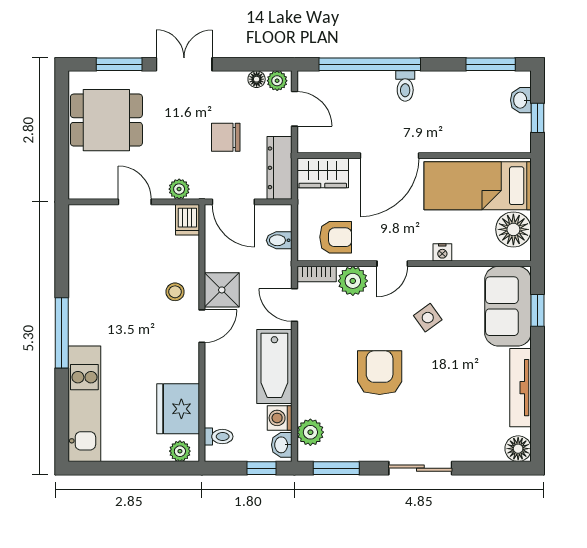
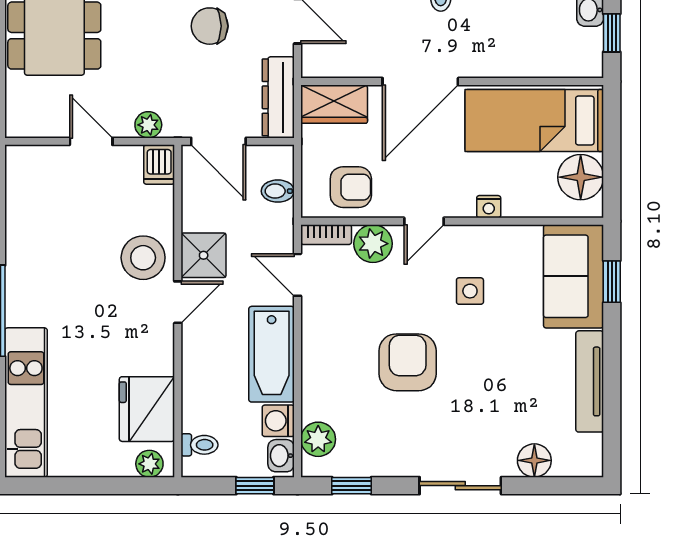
chair: (226, 137) -> (210, 26), moved
stool: (175, 292) -> (143, 258), width x1.89, depth x1.89
side table: (428, 318) -> (470, 291), turned 36
floor lamp: (518, 449) -> (534, 460), moved
window: (336, 468) -> (352, 486), width x0.67

